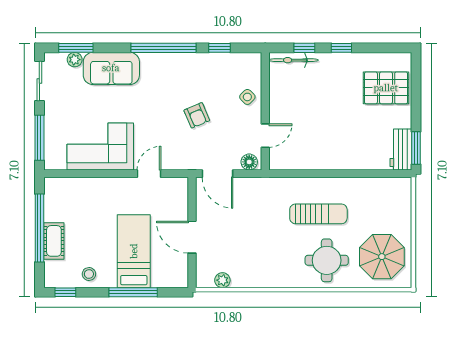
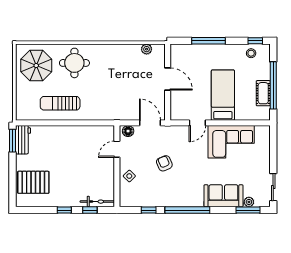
window: (39, 138) -> (273, 148), removed
sun lounger: (318, 214) -> (60, 103), moved
cot: (54, 241) -> (263, 93), moved
bed: (134, 251) -> (223, 95), moved, turned 180
stool: (89, 274) -> (251, 53), moved

